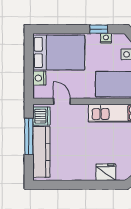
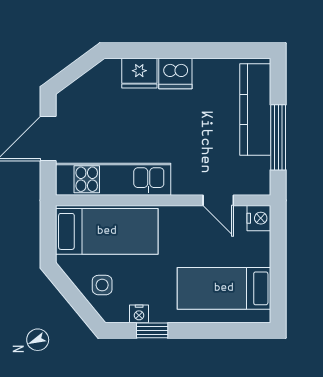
bed: (59, 53) -> (224, 288), width x0.67
nightstand: (39, 78) -> (259, 218), moved
dishwasher: (41, 116) -> (175, 74), moved, turned -90

